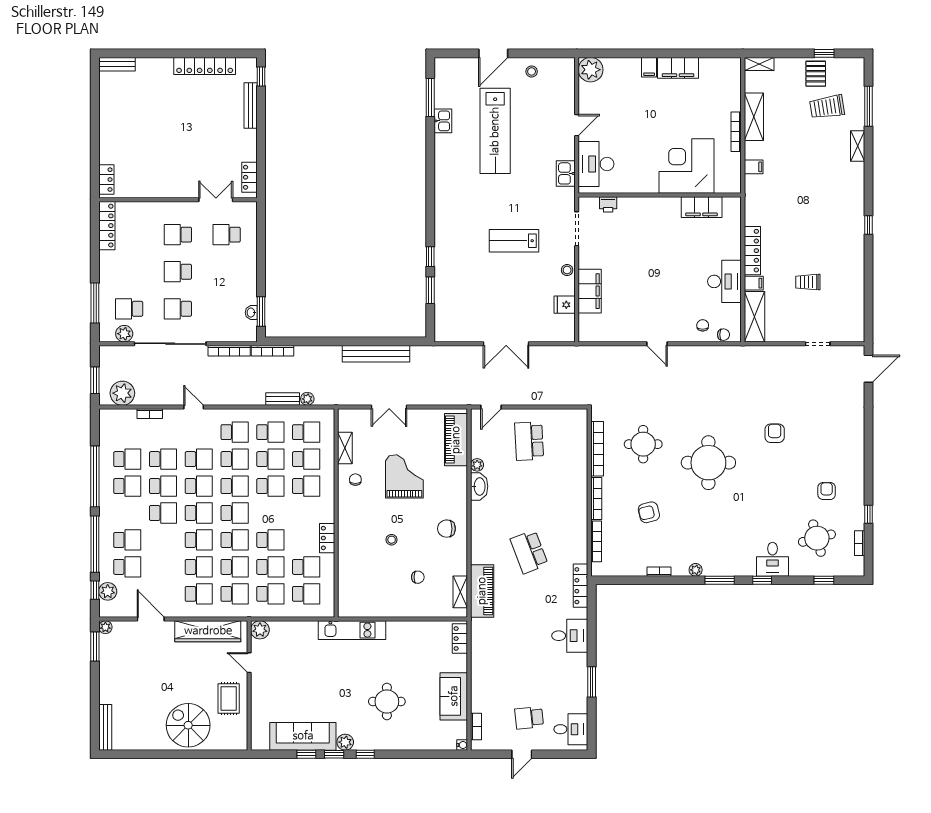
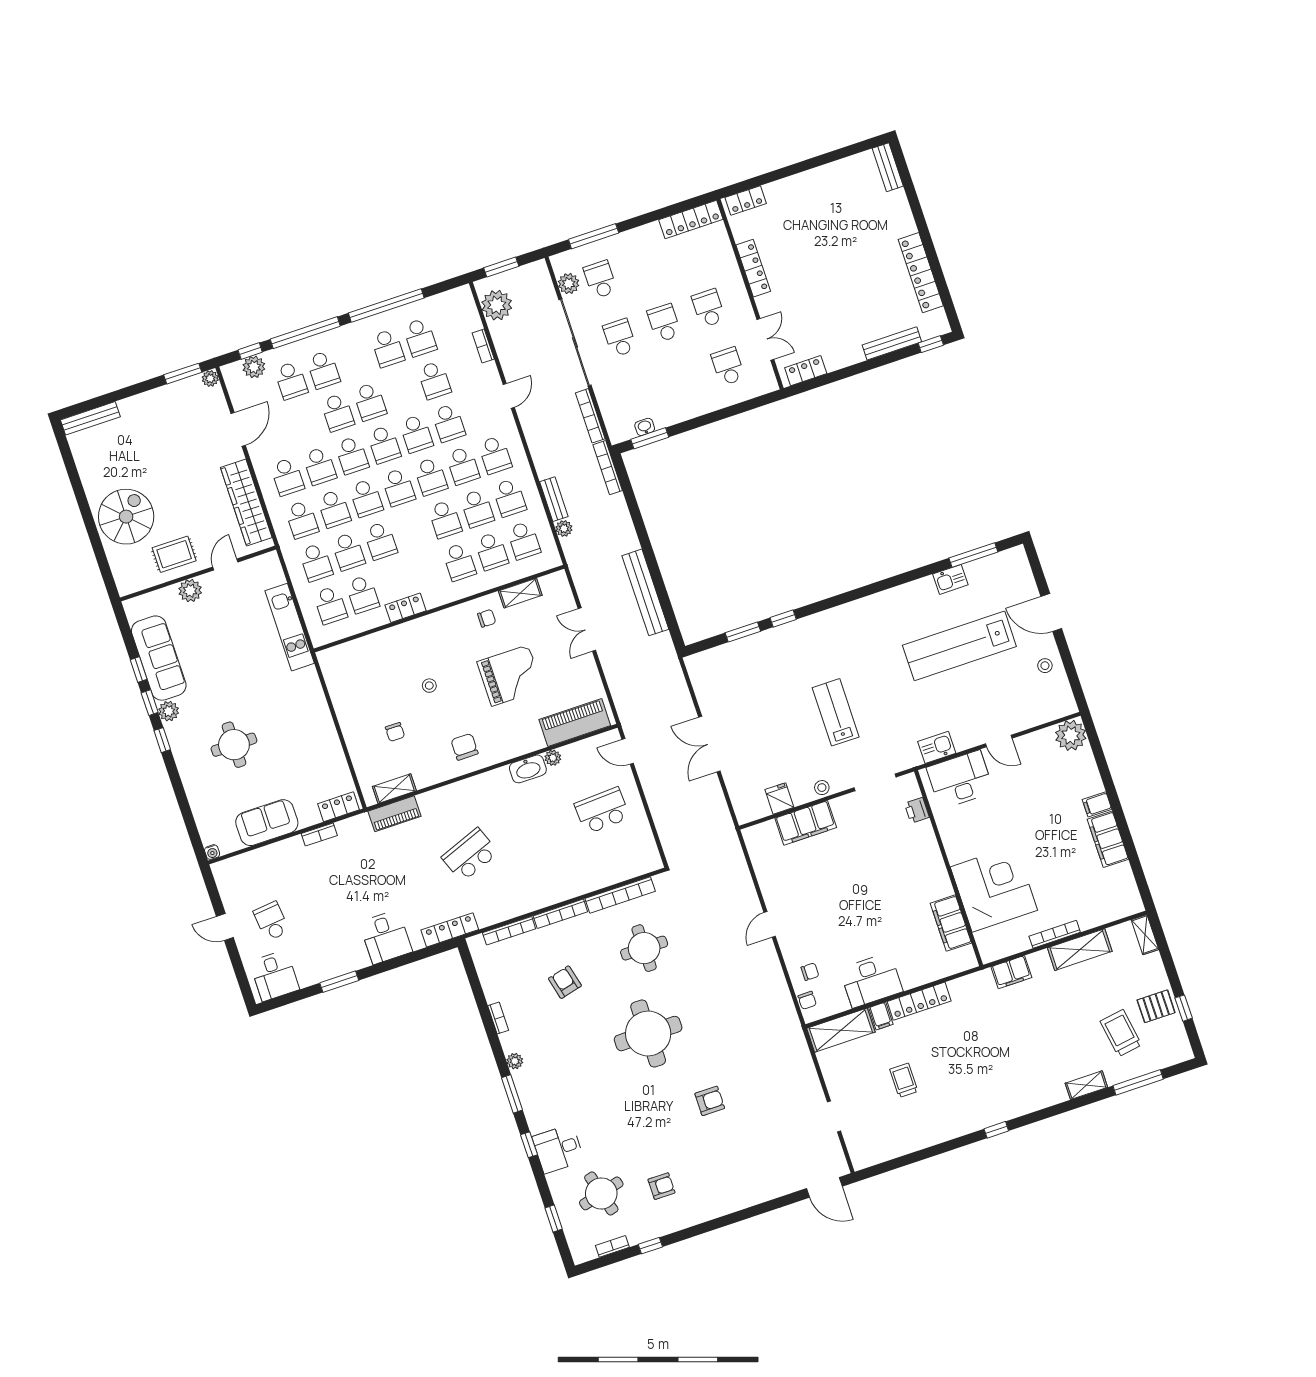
filing cabinet: (754, 167) -> (1011, 972), width x2.00
locker: (159, 191) -> (753, 268), added
school desk: (163, 486) -> (338, 412), moved
piano: (482, 591) -> (395, 814), width x0.73, depth x0.75
plant: (260, 630) -> (190, 591), moved
kitchen unit: (352, 630) -> (290, 627), moved
bookcase: (476, 726) -> (319, 835), moved

